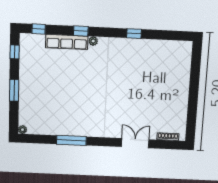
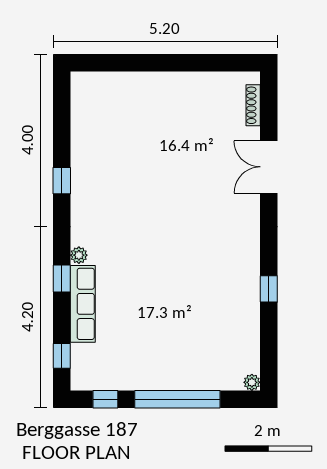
window: (14, 90) -> (177, 399), width x2.11
window: (71, 140) -> (269, 289), width x0.46

